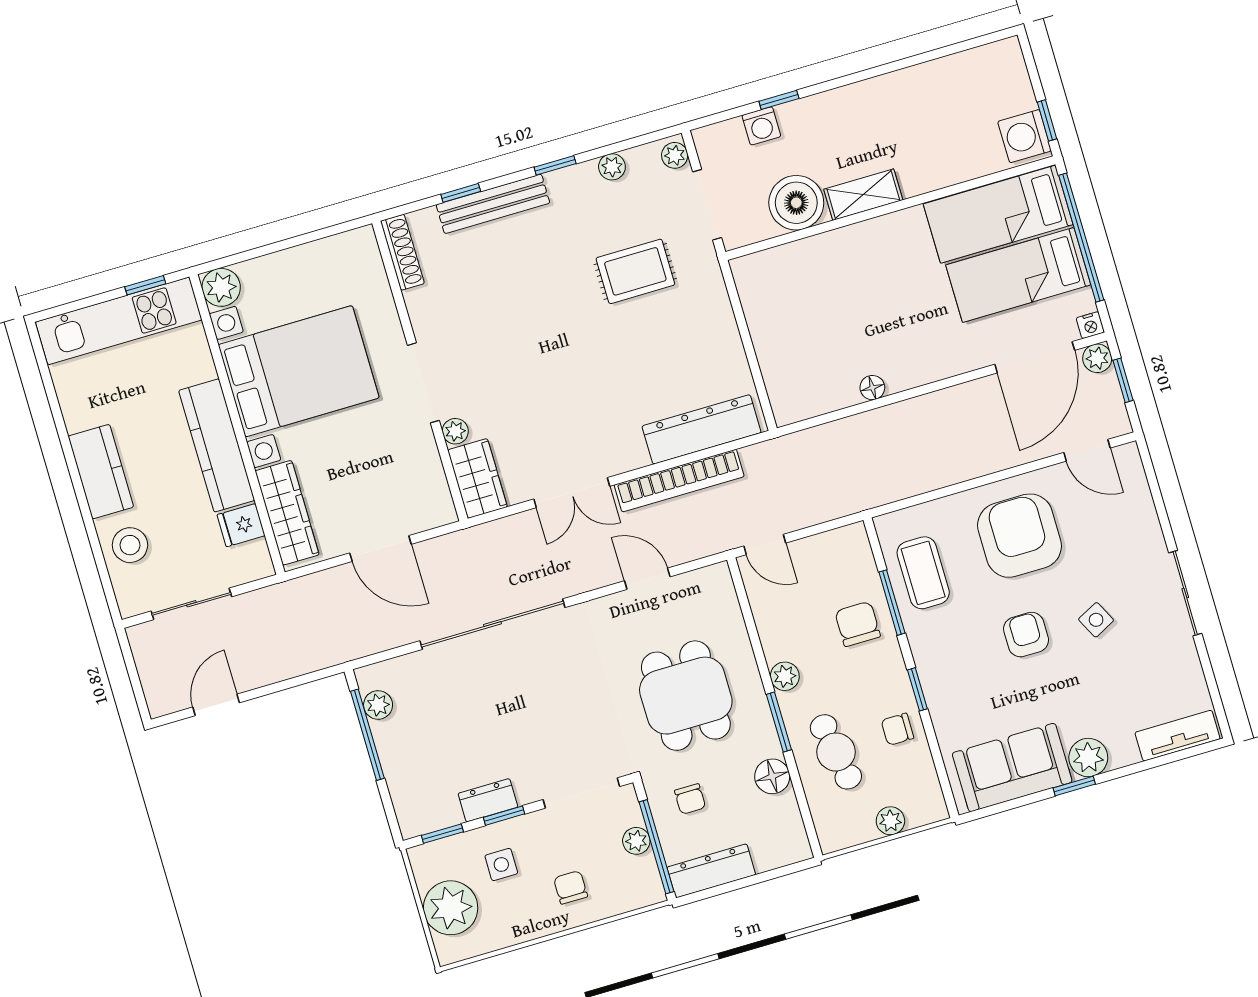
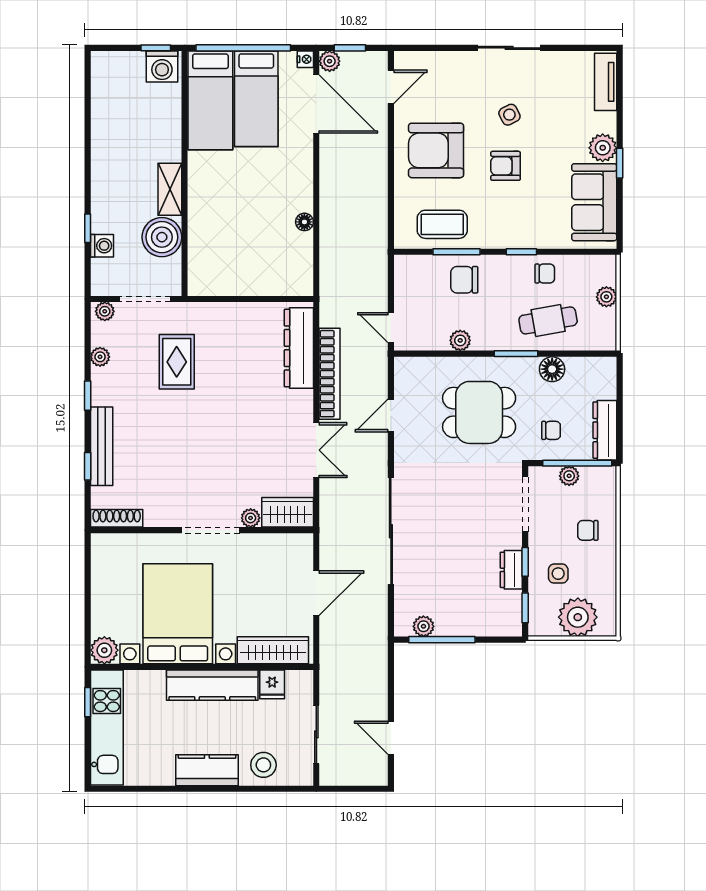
door: (765, 544) -> (391, 328), swing flipped
plant: (785, 676) -> (460, 340), moved
chair: (897, 729) -> (545, 274), turned -90

